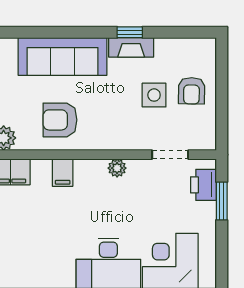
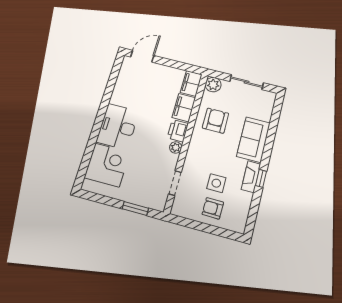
sofa: (63, 57) -> (253, 140), width x0.73
filing cabinet: (63, 173) -> (184, 108), width x2.00
printer: (203, 185) -> (178, 131), moved, turned -90

